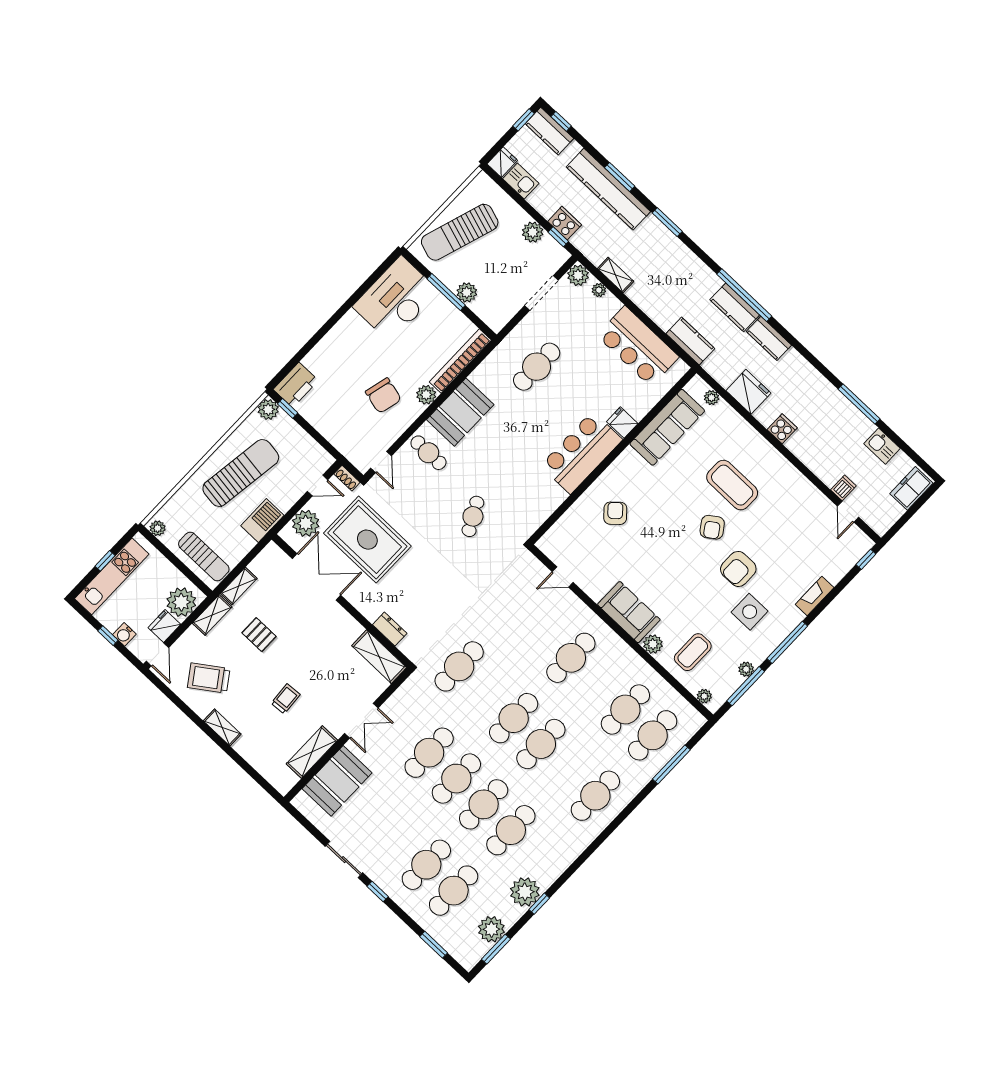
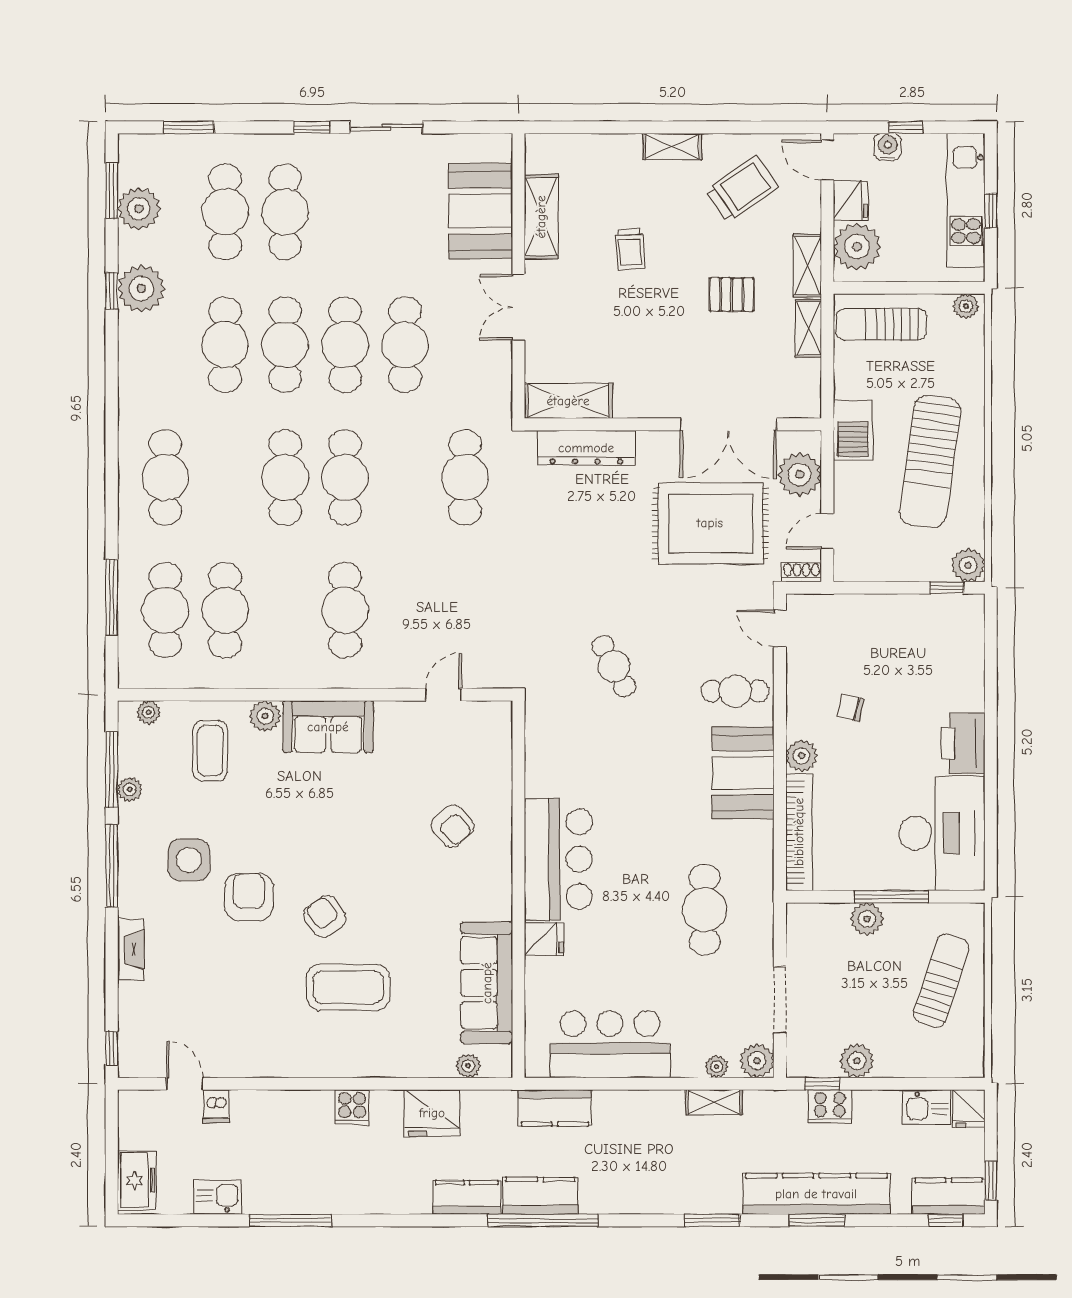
sun lounger: (460, 232) -> (941, 981), width x0.73, depth x0.75
printer: (296, 385) -> (963, 743), moved
chair: (383, 396) -> (850, 708), width x0.54, depth x0.54
dresser: (390, 629) -> (586, 448), width x1.96, depth x1.24

